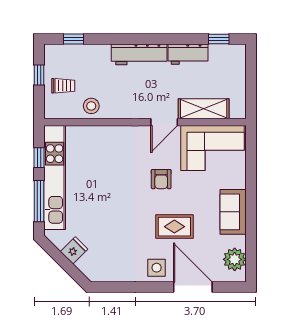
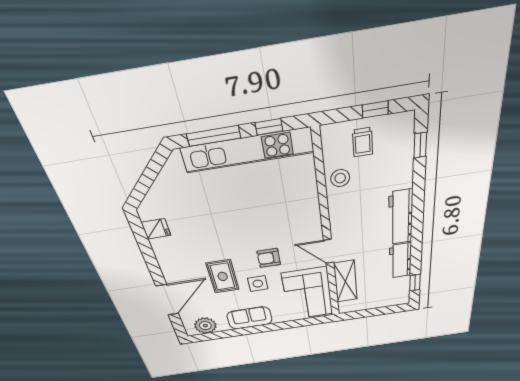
fridge: (74, 250) -> (156, 229), moved, turned -45
side table: (157, 268) -> (258, 284), moved

